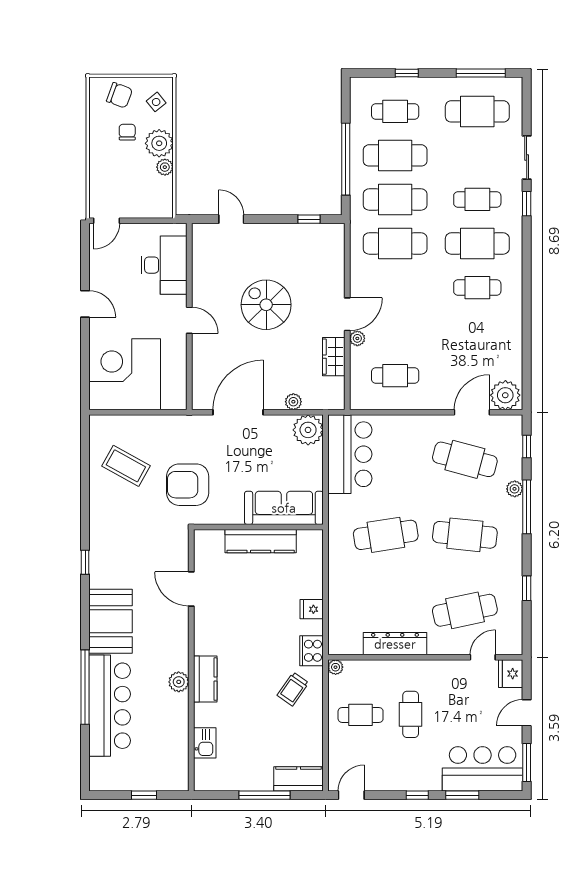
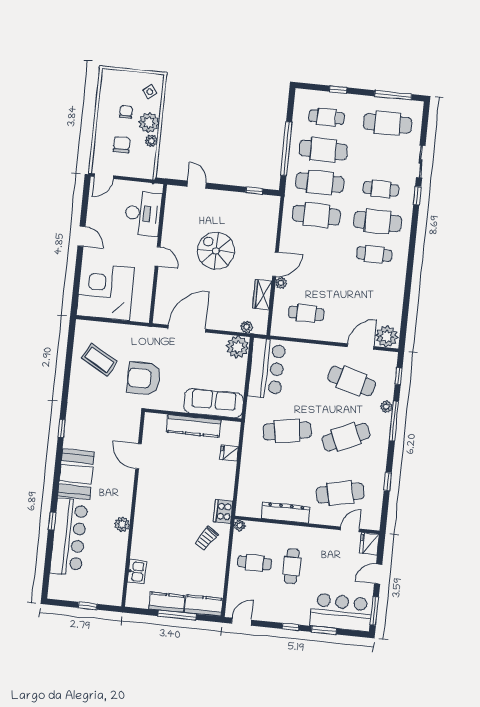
chair: (119, 95) -> (122, 145), moved, turned -110
plant: (293, 402) -> (247, 327), moved
cafe table: (465, 535) -> (346, 437), turned -30
fridge: (312, 609) -> (229, 453), moved
kitchen counter: (205, 679) -> (167, 602), moved, turned -90
window: (85, 687) -> (52, 521), width x0.32

